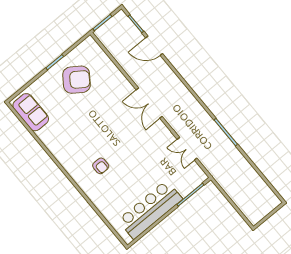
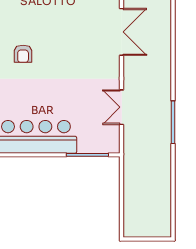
double door: (149, 103) -> (122, 32), swing flipped

